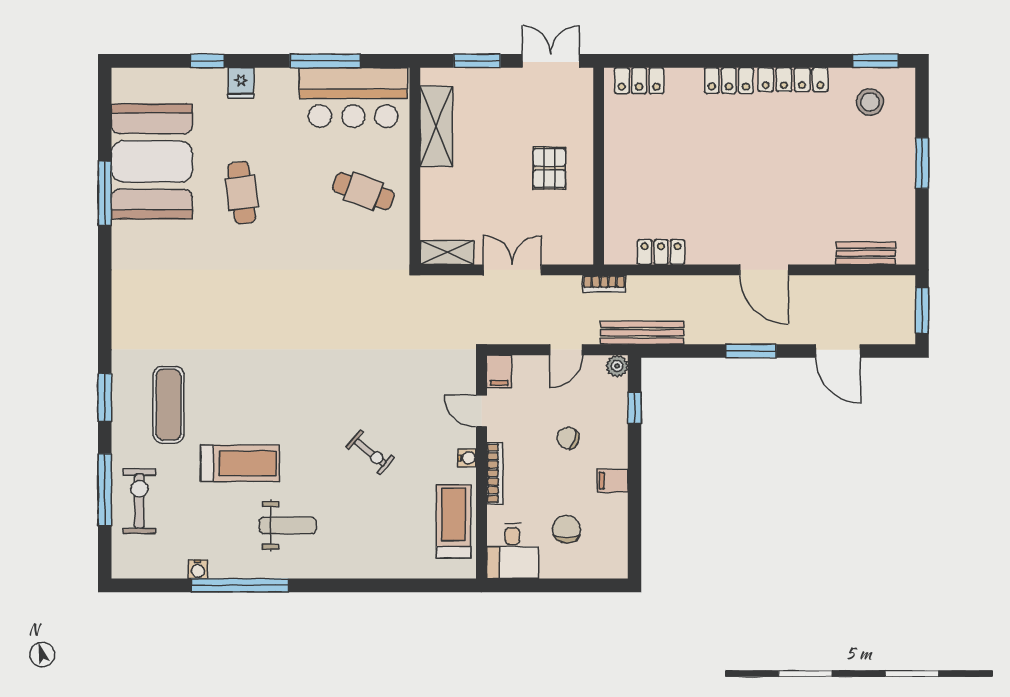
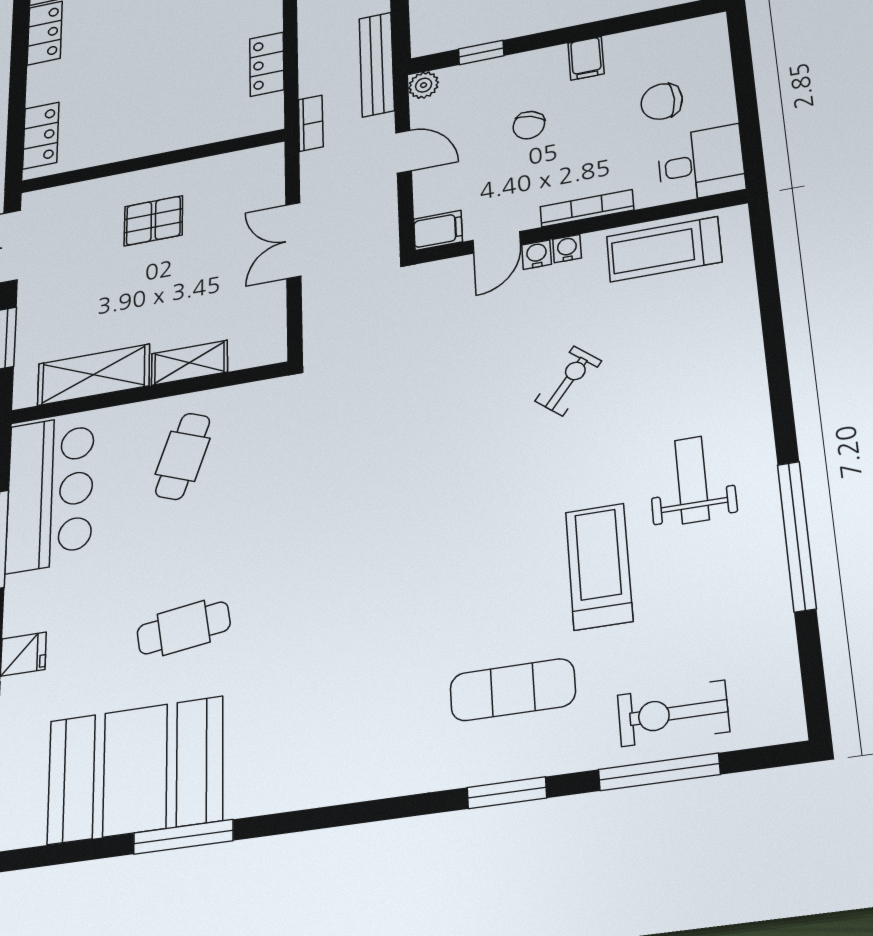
shelving: (447, 252) -> (189, 363), moved, turned 90
water cooler: (198, 569) -> (537, 255), moved, turned -90

